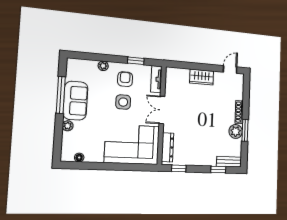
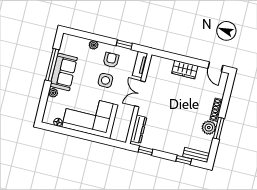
door: (230, 70) -> (215, 67), swing flipped
corner sofa: (132, 144) -> (90, 116), moved

